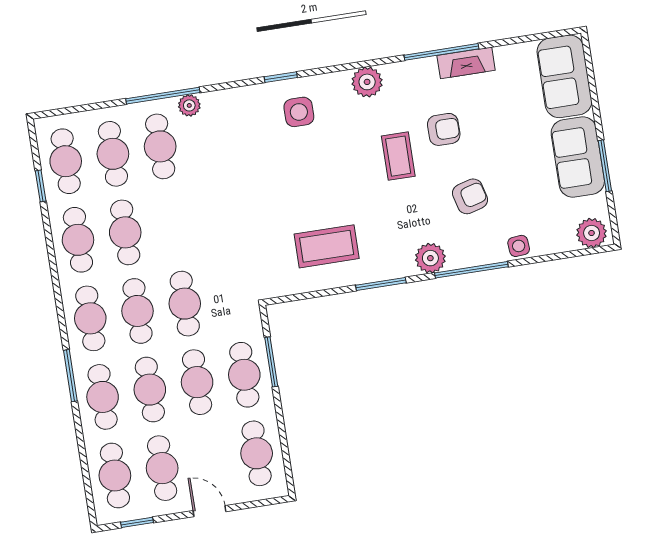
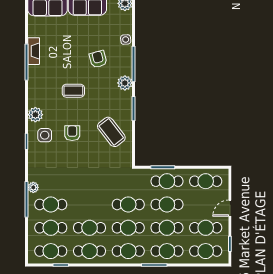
plant: (367, 82) -> (35, 115), moved
armchair: (444, 129) -> (72, 133), moved
coffee table: (327, 246) -> (111, 132), turned -38

